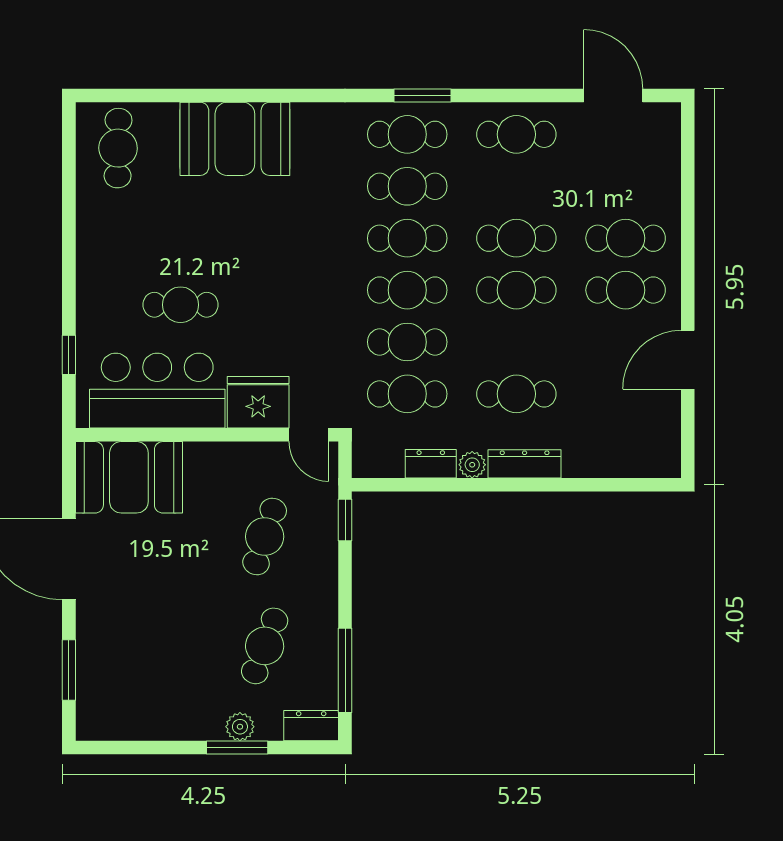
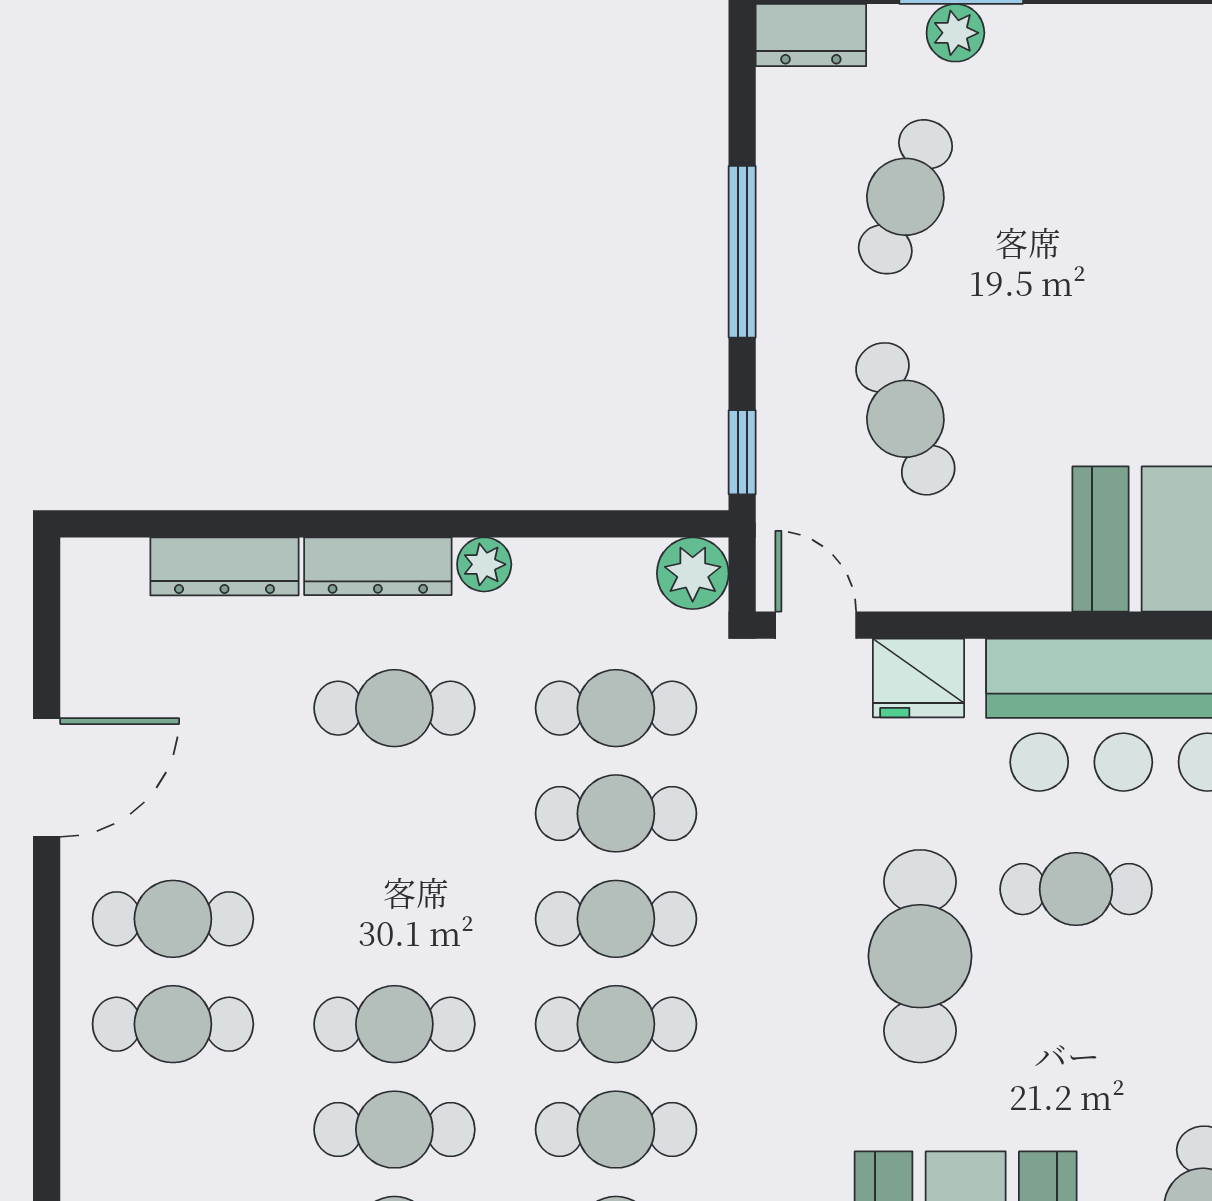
cafe table: (257, 272) -> (920, 956), added
cafe table: (516, 290) -> (394, 1130), moved
fridge: (258, 402) -> (919, 678), width x0.73, depth x0.75
plant: (369, 460) -> (693, 573), added
dresser: (431, 464) -> (224, 566), moved, width x1.44
cafe table: (265, 537) -> (905, 419), turned -42
window: (345, 670) -> (742, 252), moved

